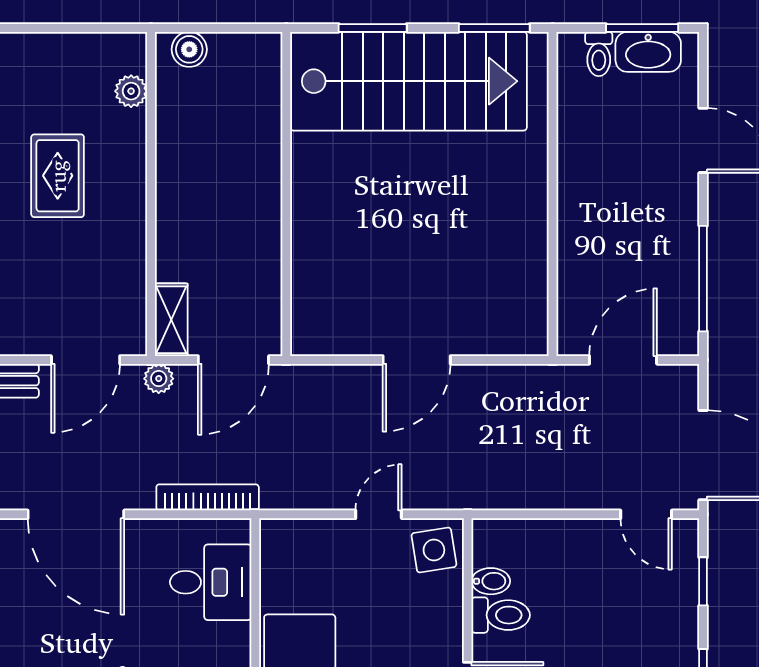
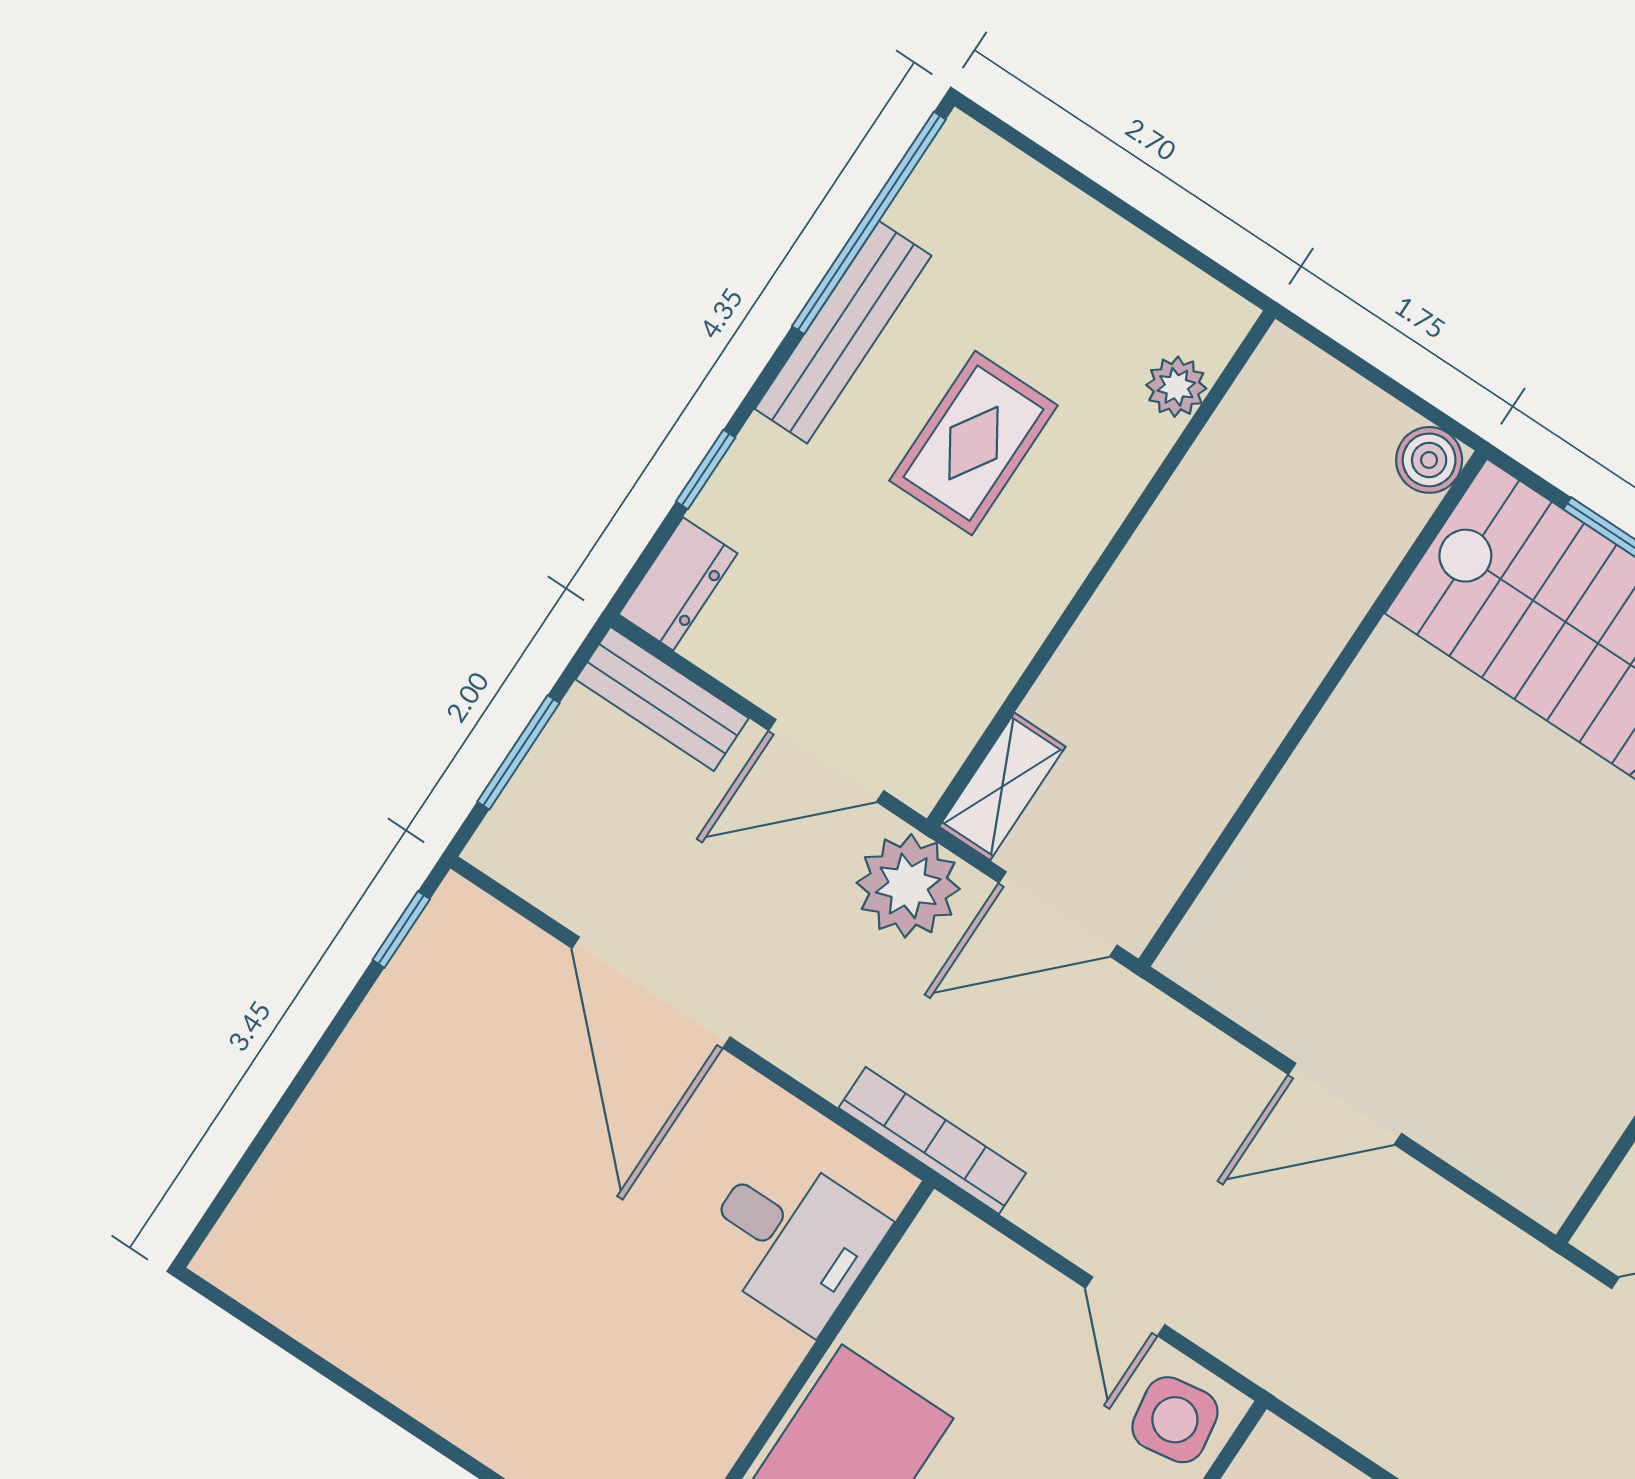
boiler: (189, 49) -> (1429, 460), moved
plant: (159, 379) -> (908, 886), width x1.87, depth x1.87
bookcase: (208, 497) -> (932, 1140), moved
door: (379, 514) -> (1125, 1306), swing flipped

